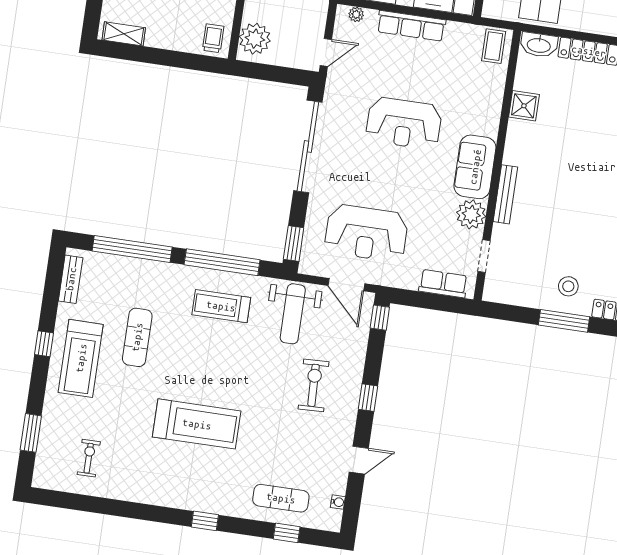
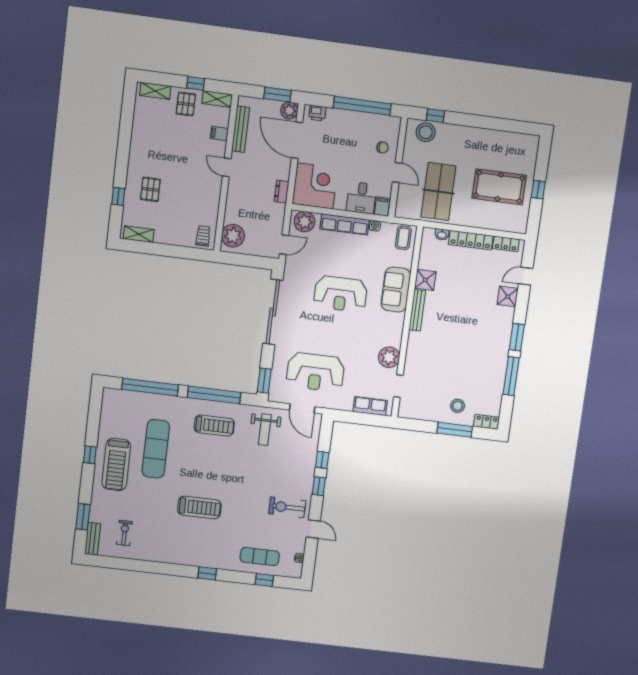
plant: (356, 14) -> (304, 222), width x1.88, depth x1.88
water cooler: (454, 28) -> (375, 226), added
washbasin: (539, 45) -> (442, 235), width x0.52, depth x0.69
sofa: (475, 167) -> (396, 290), moved
bench: (505, 194) -> (417, 310), moved
bench: (71, 279) -> (93, 539), moved
treadmill: (221, 306) -> (214, 426), turned 180
weight bench: (293, 314) -> (265, 430), width x0.73, depth x0.75
window: (380, 318) -> (322, 460), moved
exercise mat: (137, 337) -> (156, 449), width x1.36, depth x1.45
exercise bike: (314, 385) -> (287, 507), moved, turned -88
treadmill: (197, 424) -> (199, 507), width x0.73, depth x0.73
door: (359, 460) -> (313, 529), hinge flipped

